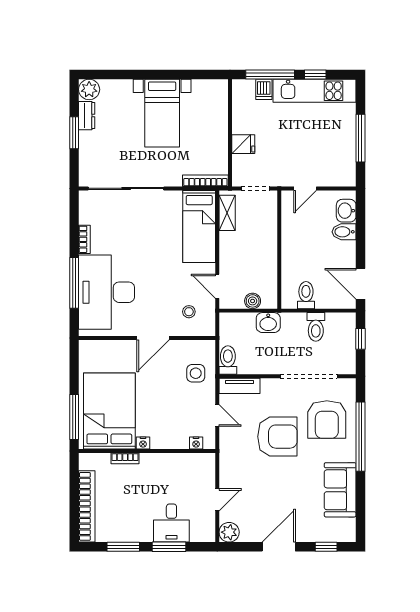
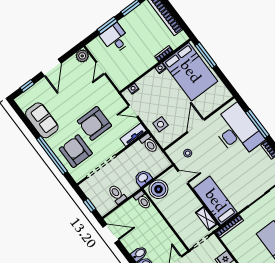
toilet: (306, 295) -> (143, 200), moved
boiler: (253, 301) -> (158, 189), width x1.86, depth x1.86

